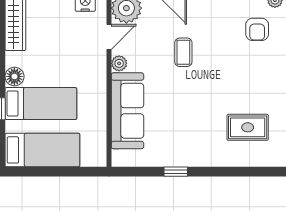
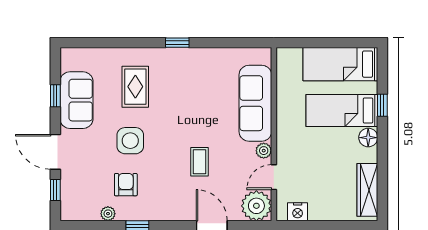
side table: (253, 73) -> (130, 141), added
rug: (248, 127) -> (135, 87), turned 90
window: (176, 172) -> (177, 43), moved

